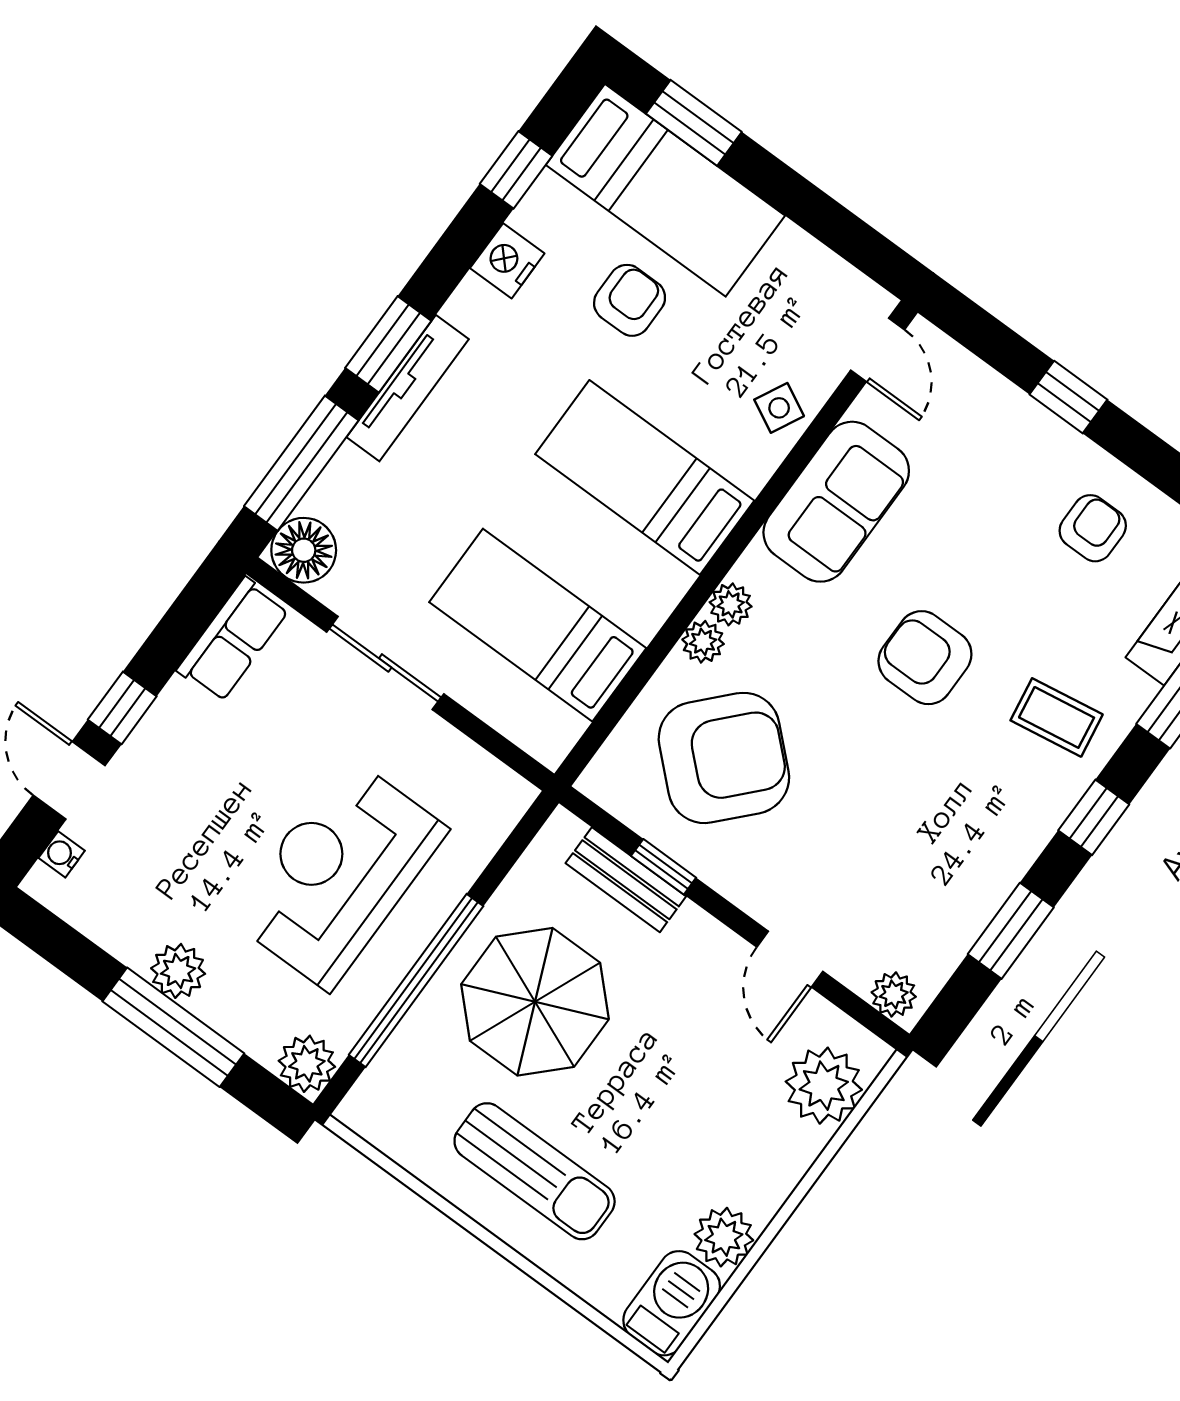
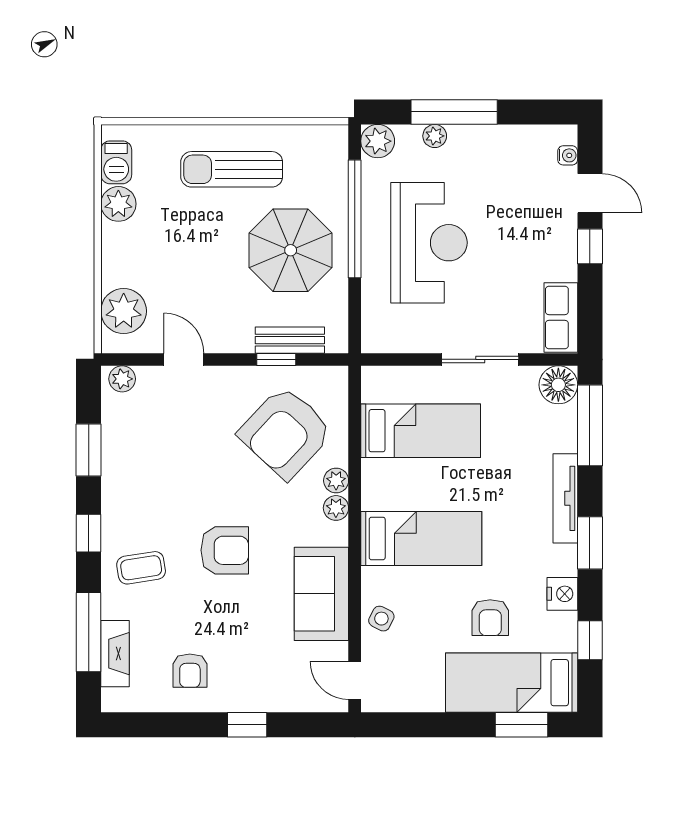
window: (388, 344) -> (590, 543), moved
plant: (178, 971) -> (435, 136), moved, width x0.73, depth x0.73
barbecue: (672, 1303) -> (116, 162), width x0.73, depth x0.79

